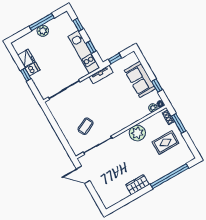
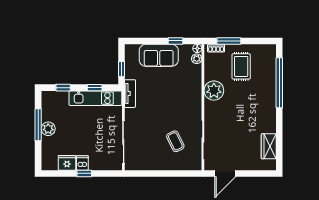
wardrobe: (137, 185) -> (269, 146), moved

